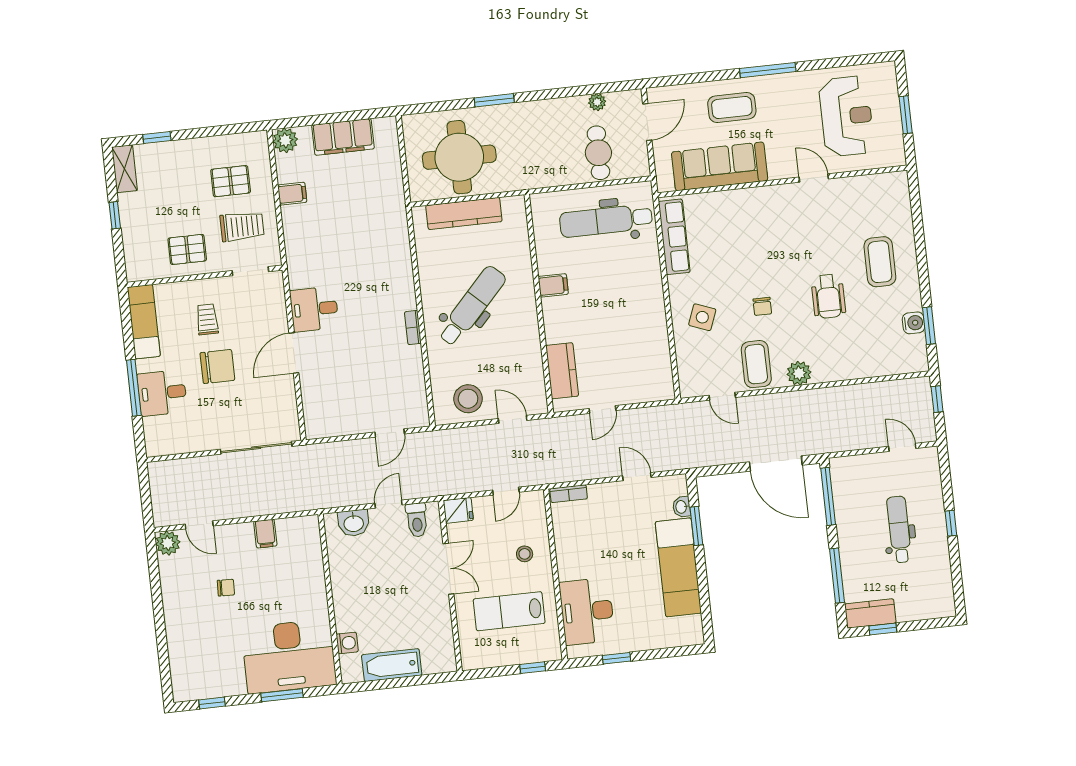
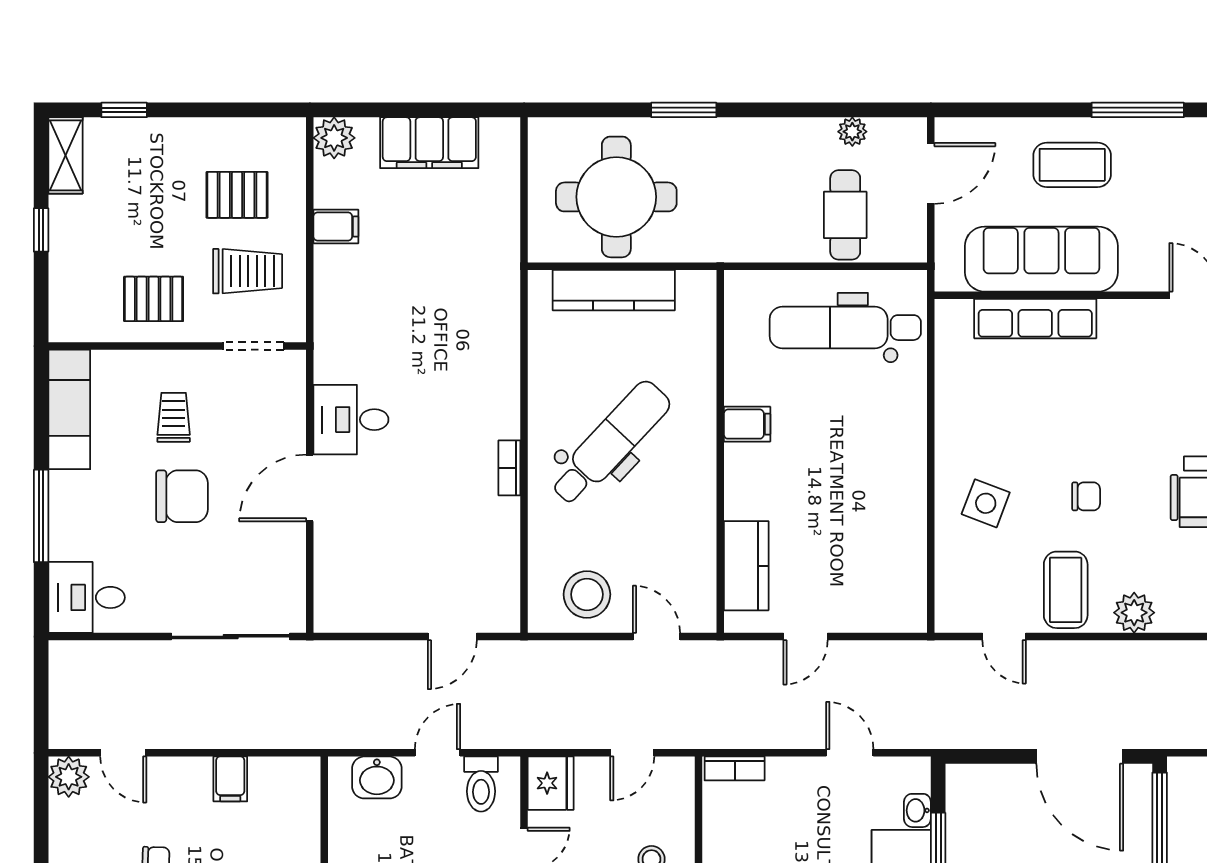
row of seats: (674, 237) -> (1035, 319), moved, turned 90
chair: (762, 306) -> (1086, 496), turned -90
desk: (162, 393) -> (87, 597), moved
fridge: (458, 510) -> (551, 783), width x1.38

